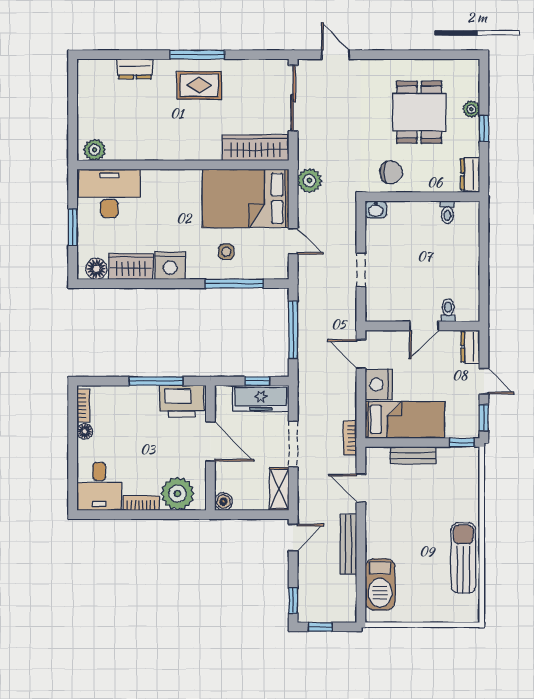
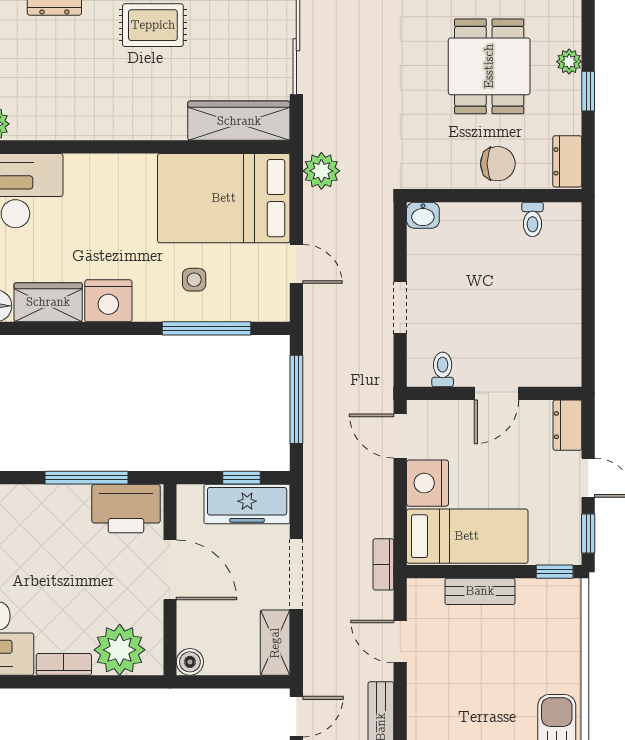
chair: (391, 172) -> (498, 164), moved
toilet: (448, 310) -> (443, 369), moved

